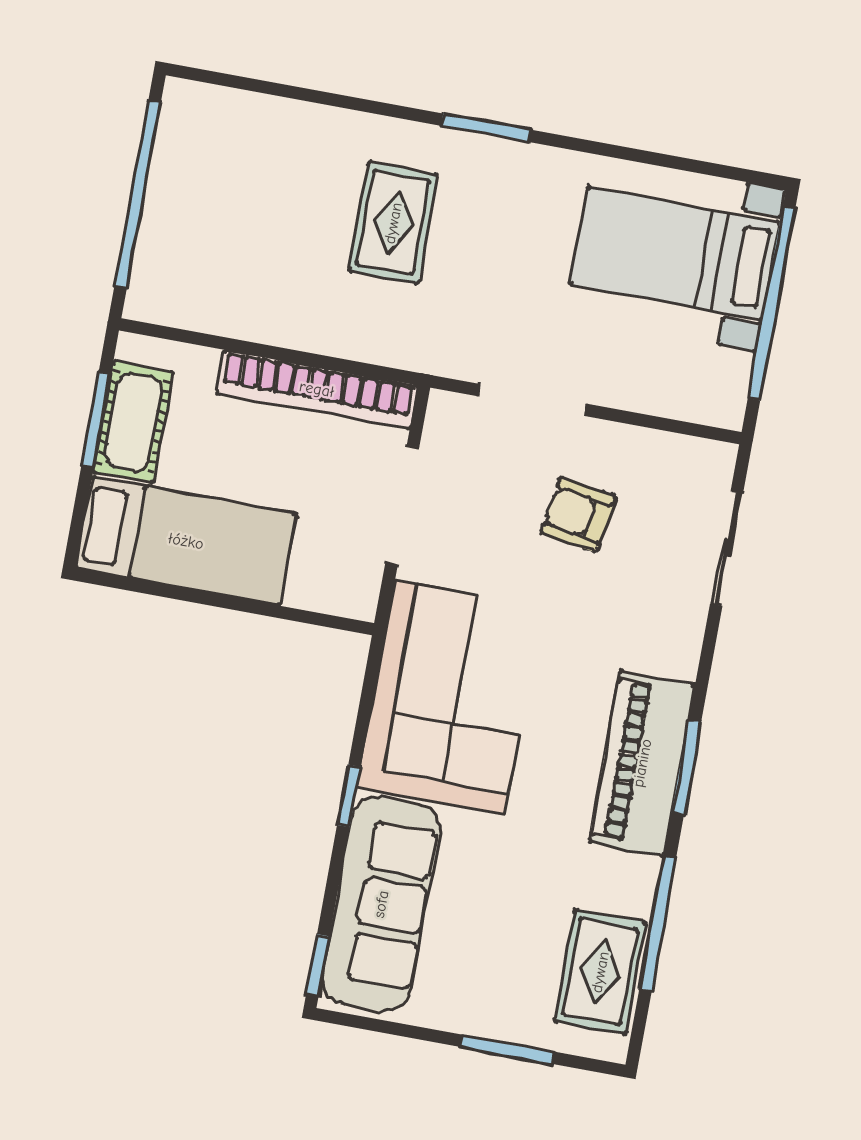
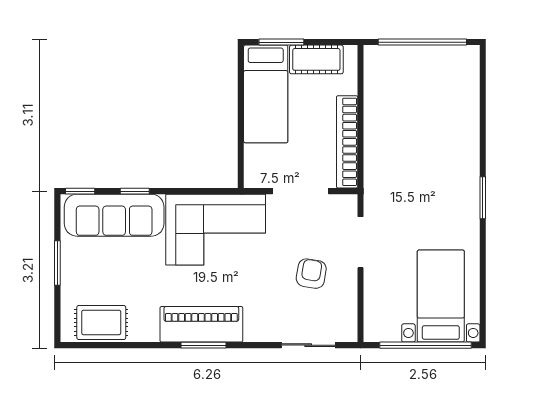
rug: (393, 223) -> (431, 163), removed
window: (96, 419) -> (281, 42), moved
window: (349, 796) -> (135, 191), moved
window: (658, 923) -> (129, 345), removed
window: (507, 1049) -> (57, 263), moved

